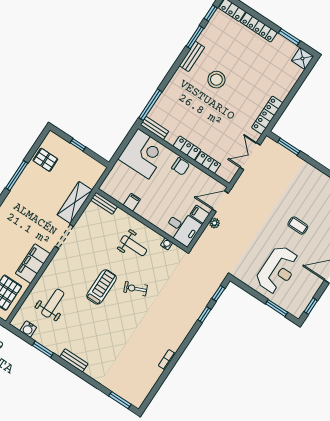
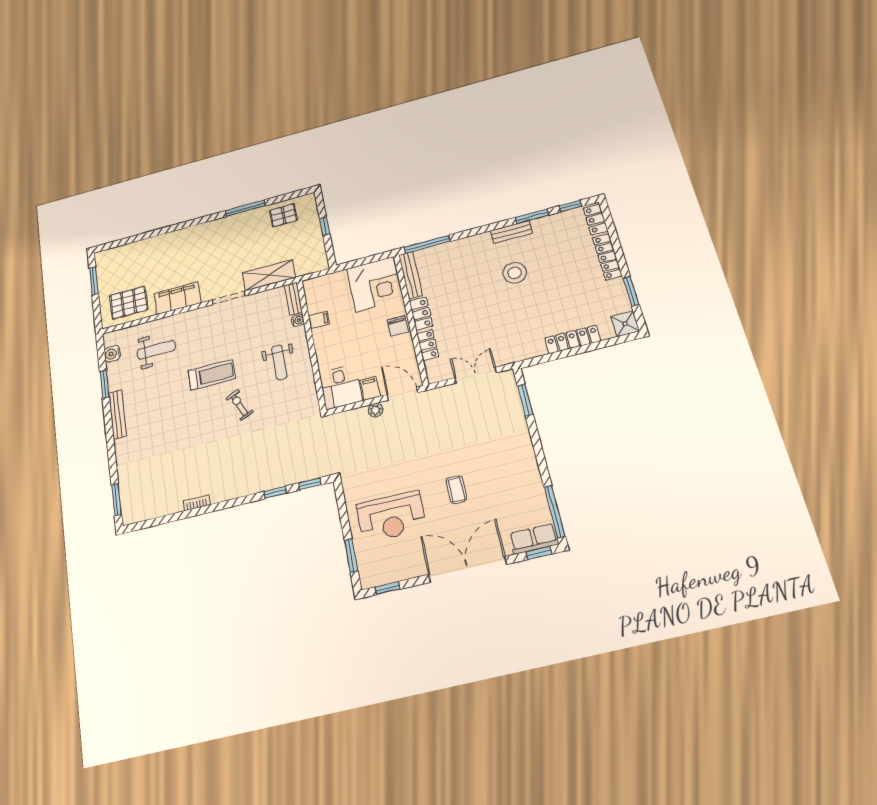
locker: (267, 115) -> (573, 339), moved
bench: (154, 128) -> (411, 275), width x1.36
pallet: (45, 160) -> (283, 215), turned 90
water cooler: (167, 244) -> (298, 320), moved
bench: (74, 360) -> (118, 414), width x1.36

